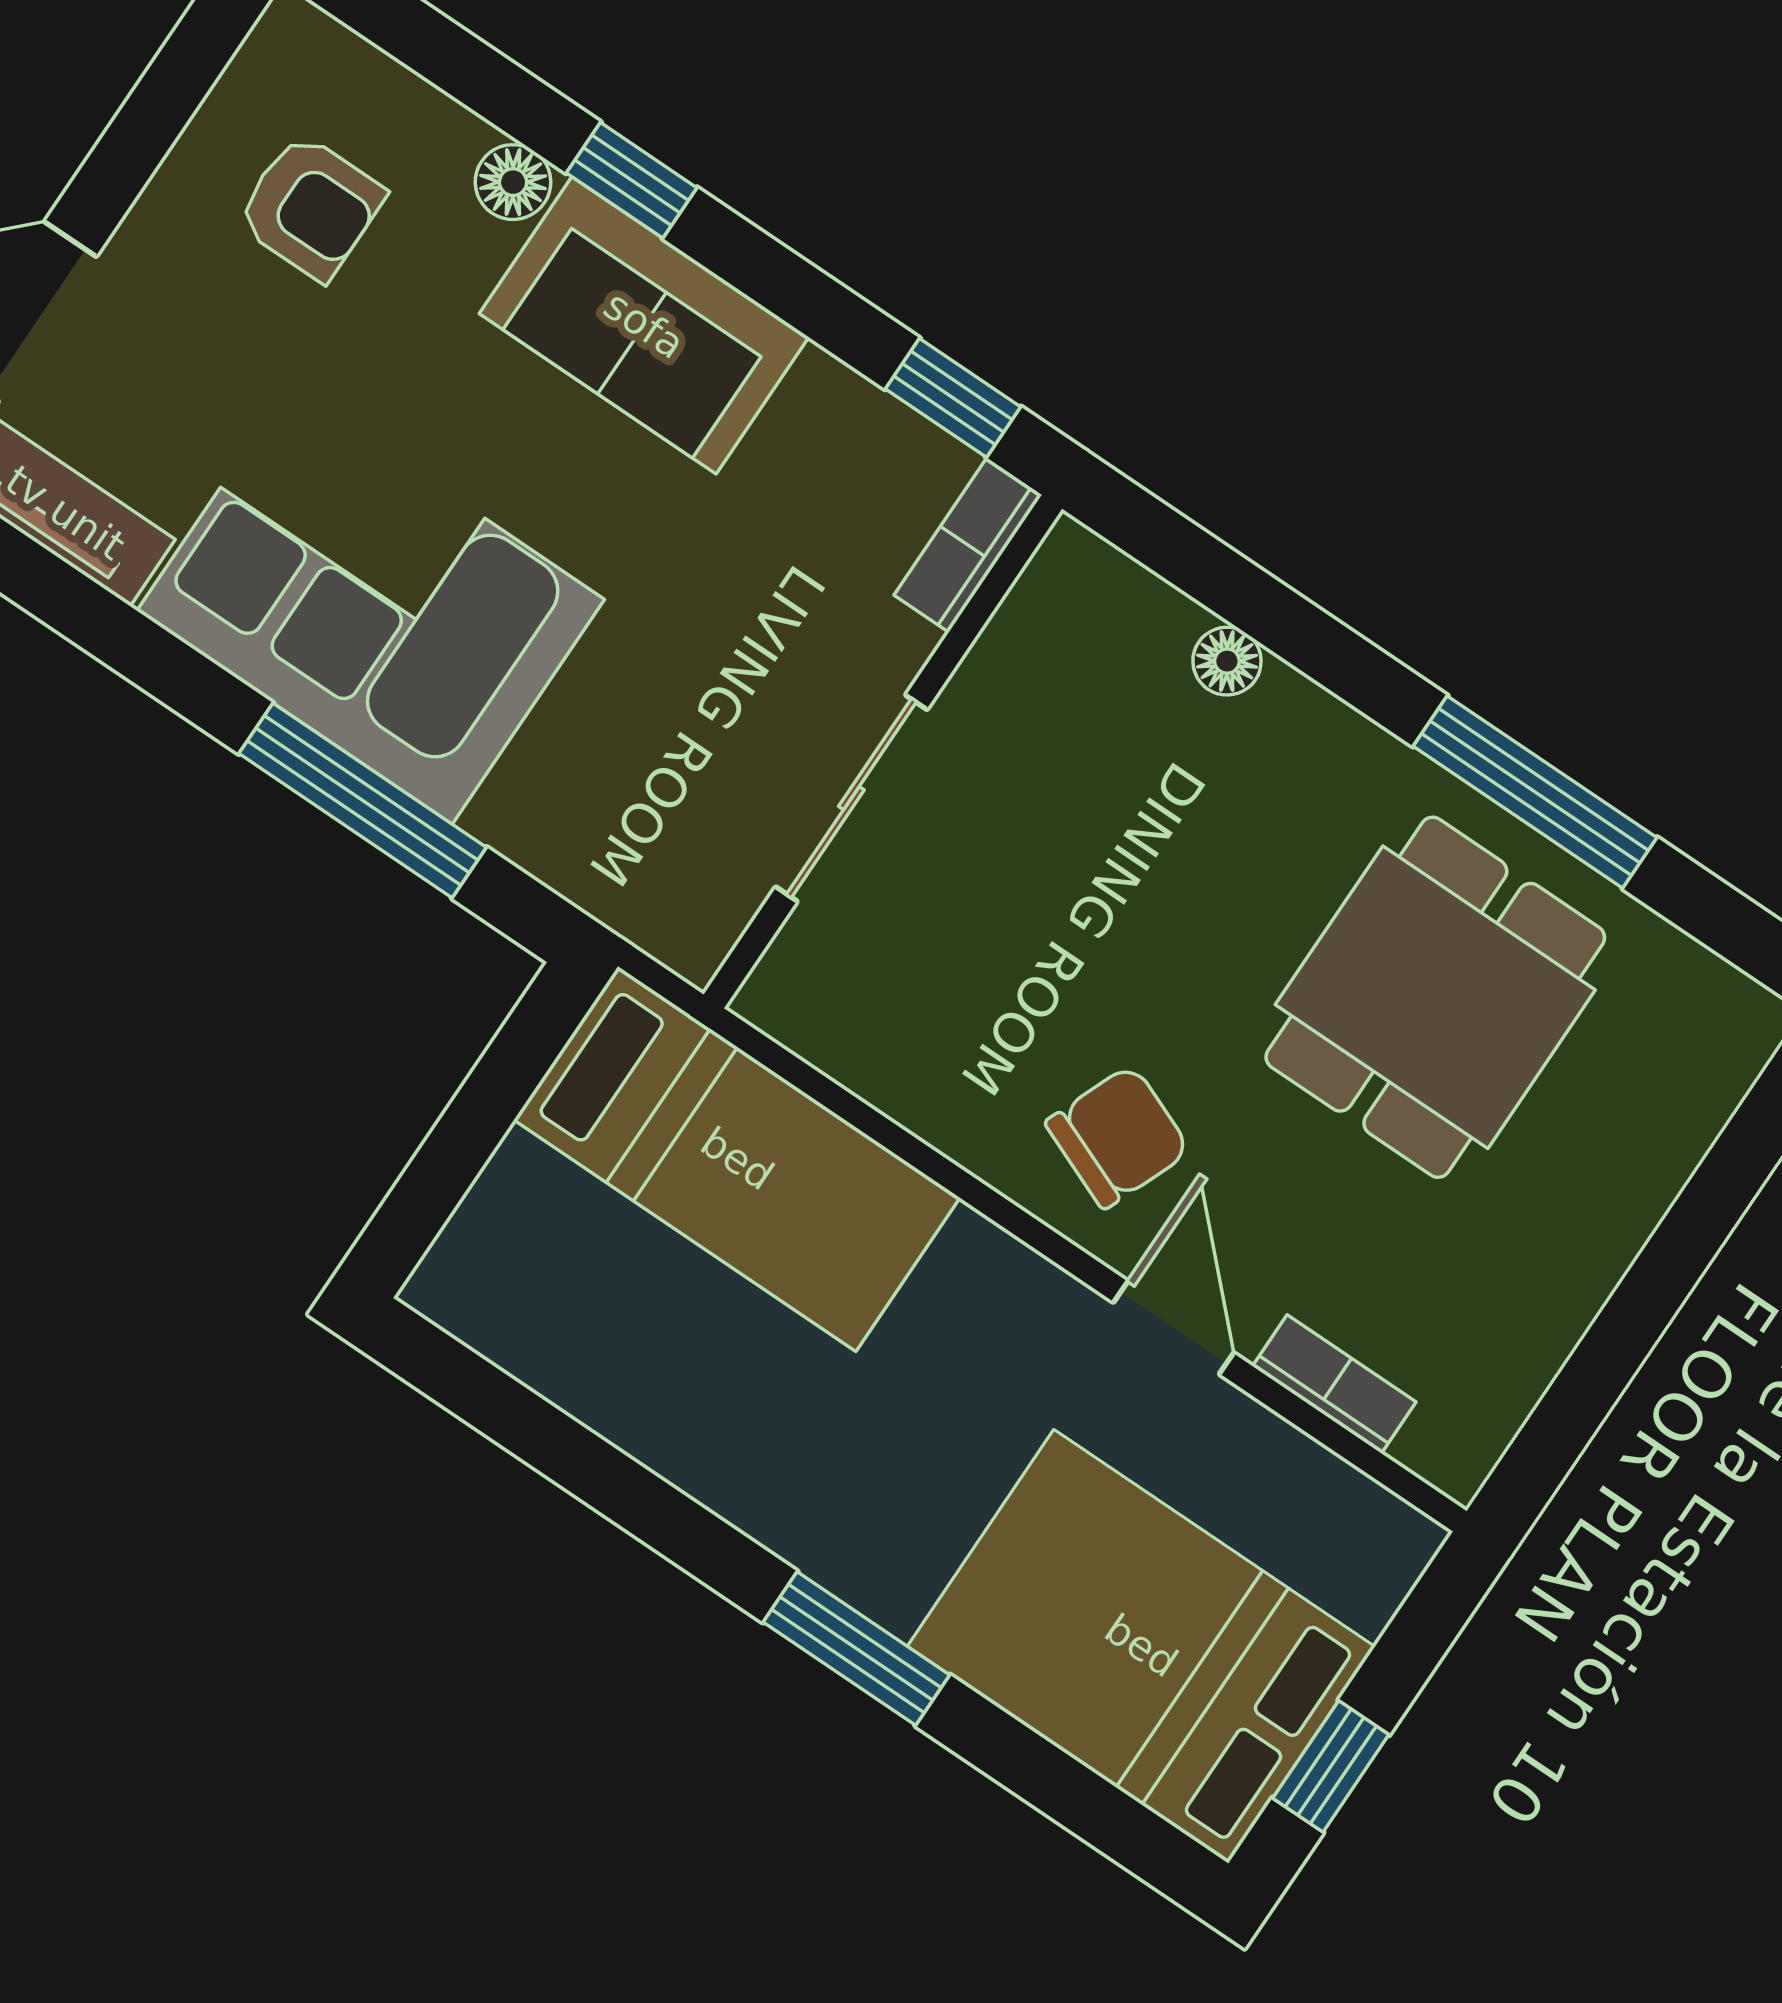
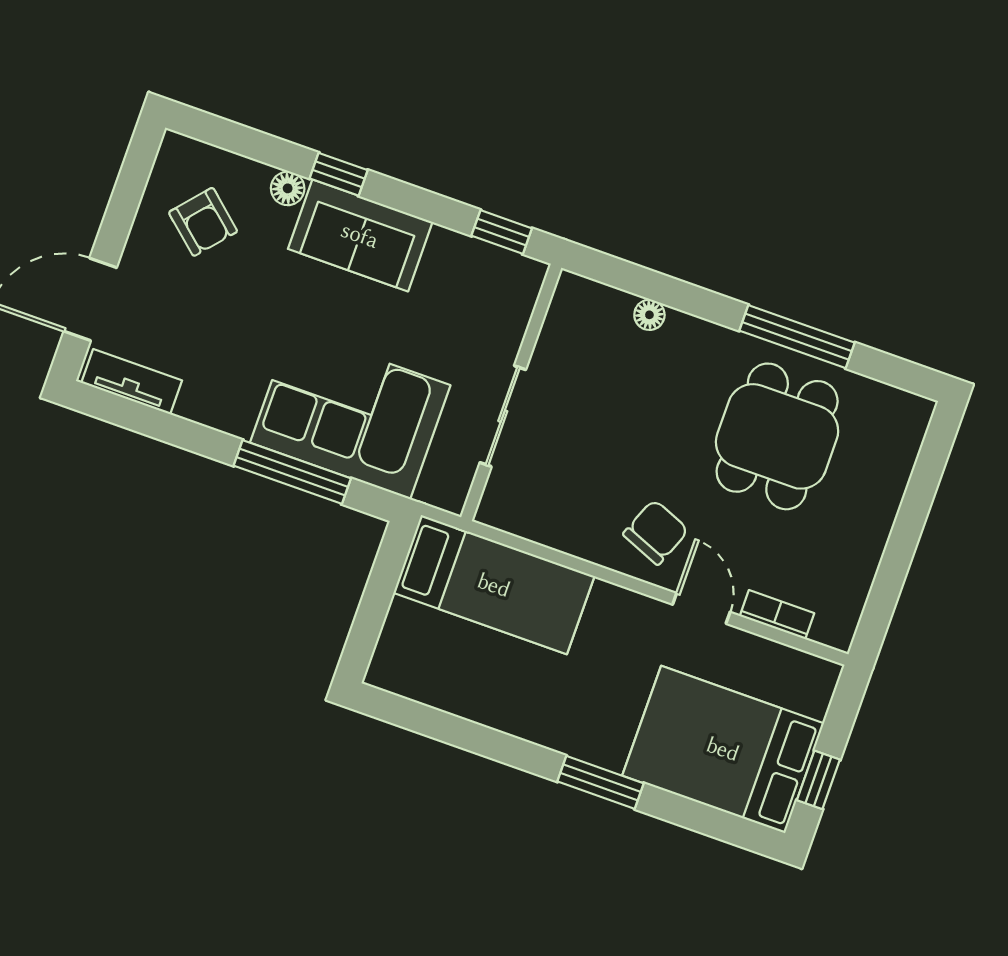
armchair: (310, 207) -> (203, 222), turned 41
bookcase: (968, 545) -> (525, 294), removed
corner sofa: (371, 605) -> (350, 414), moved

